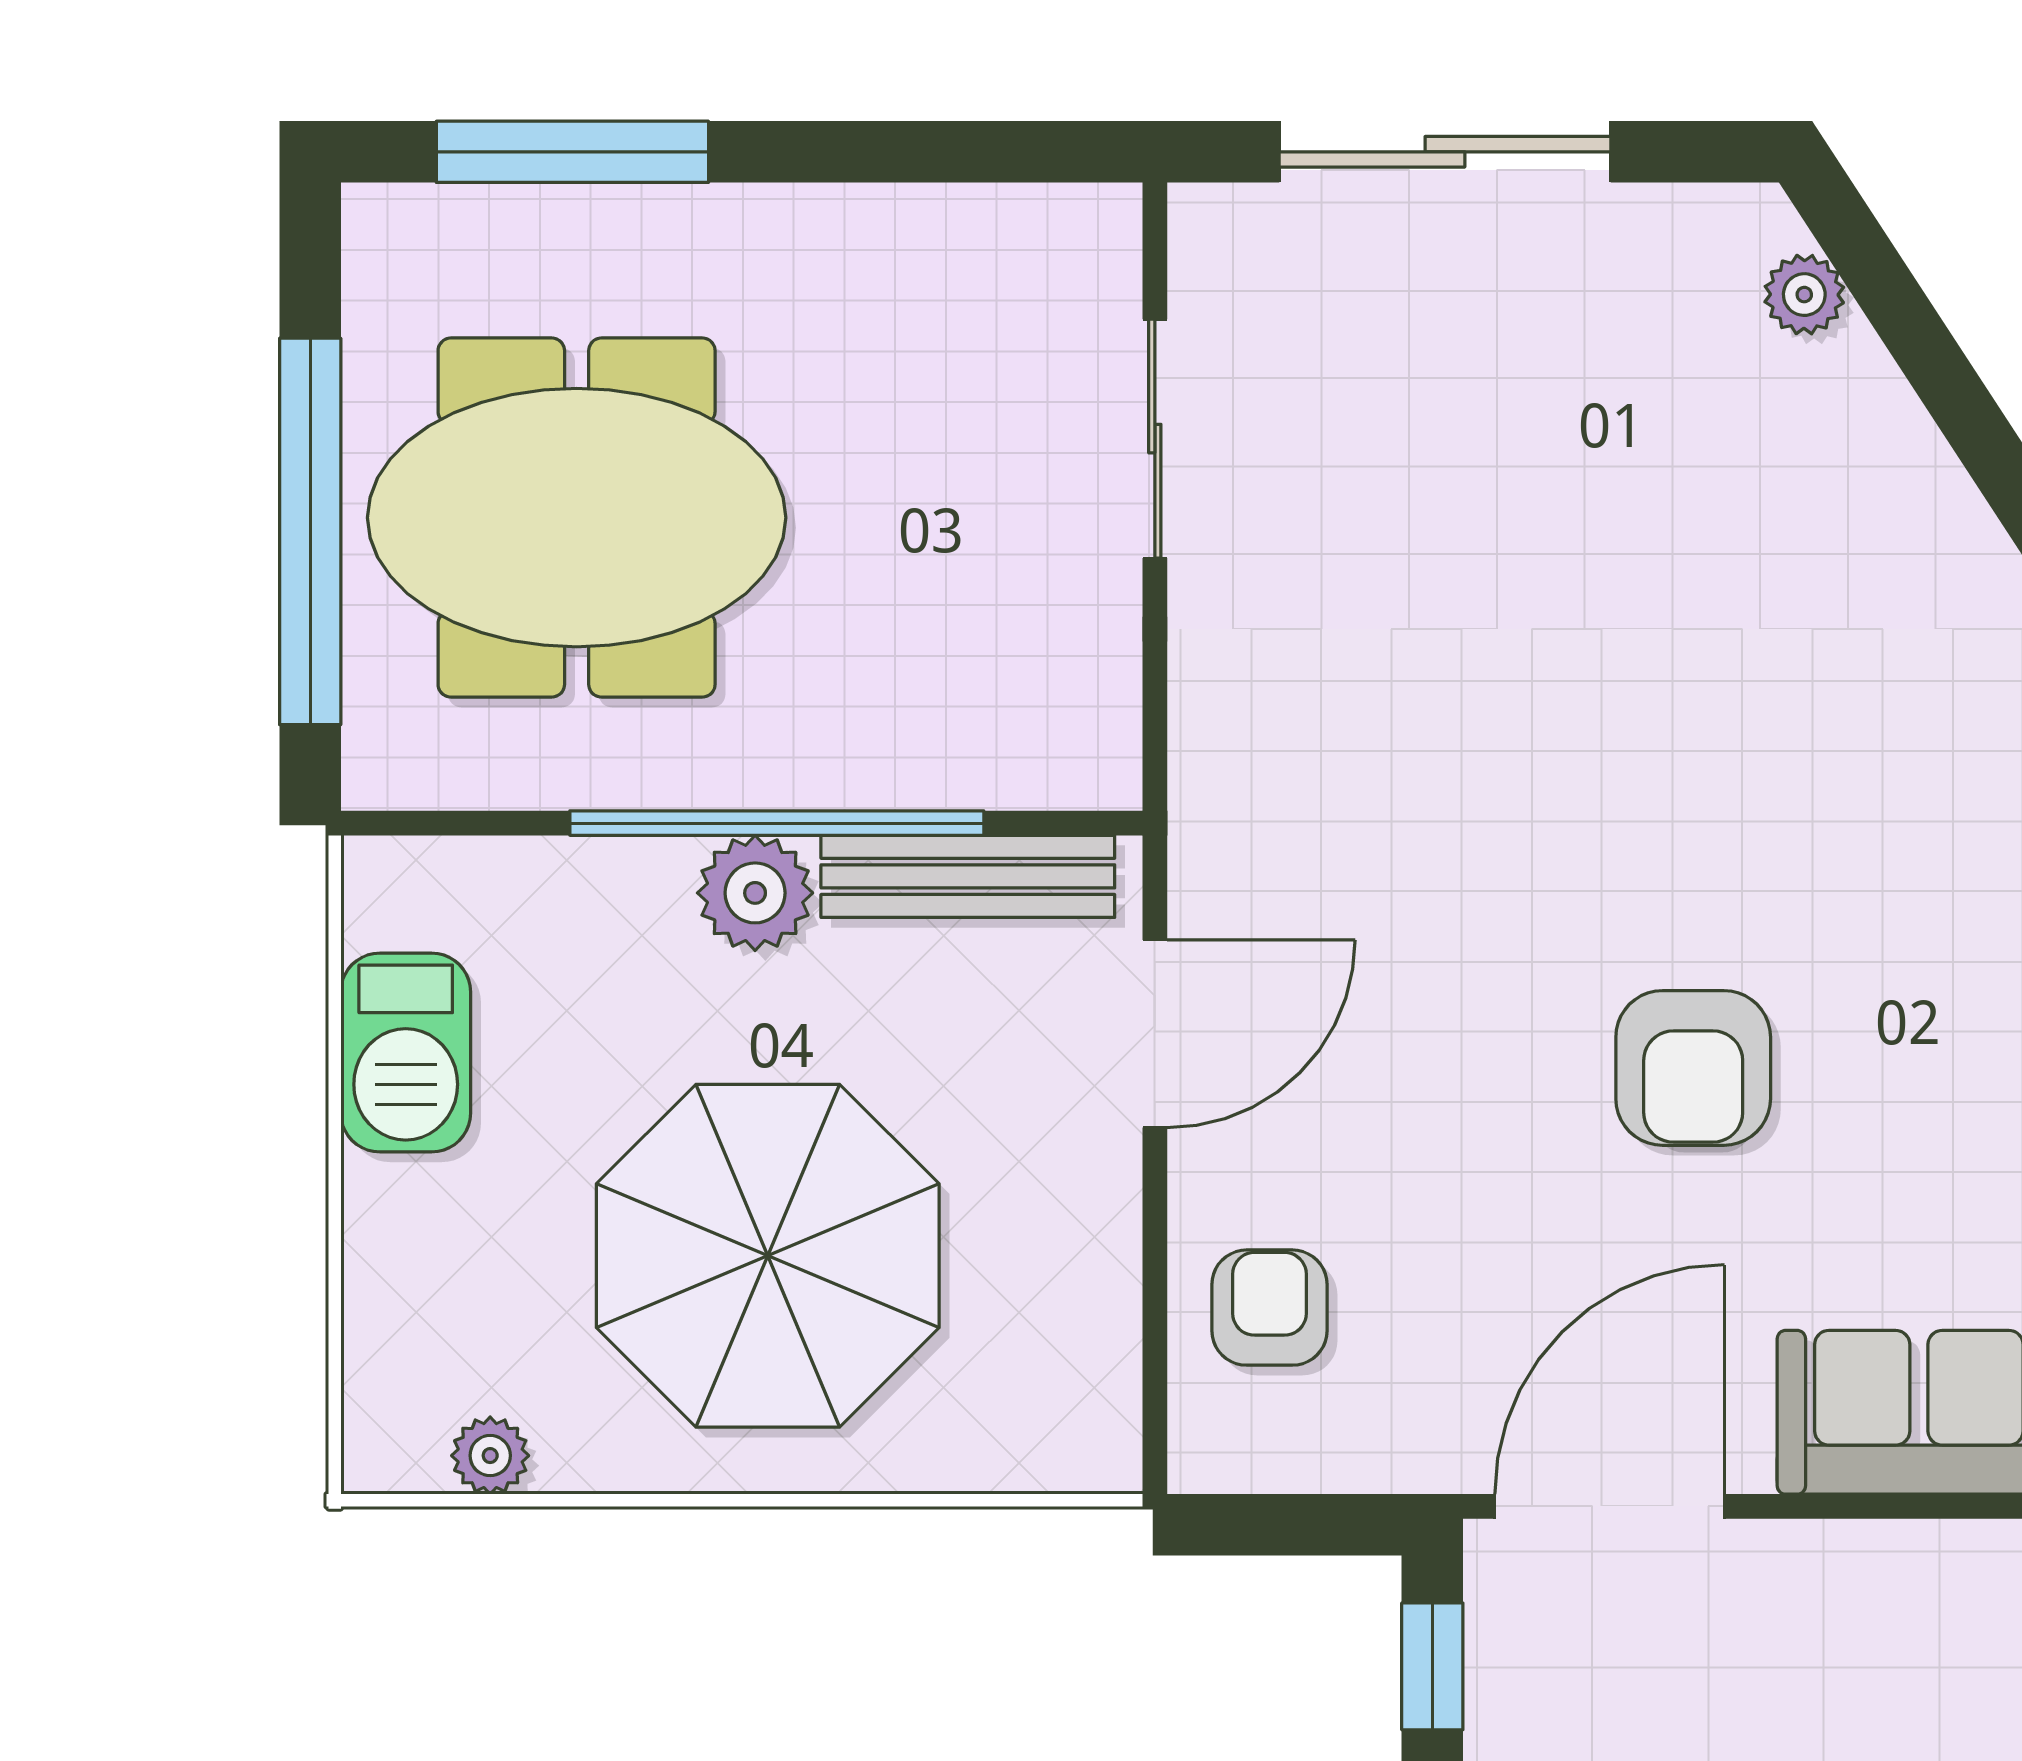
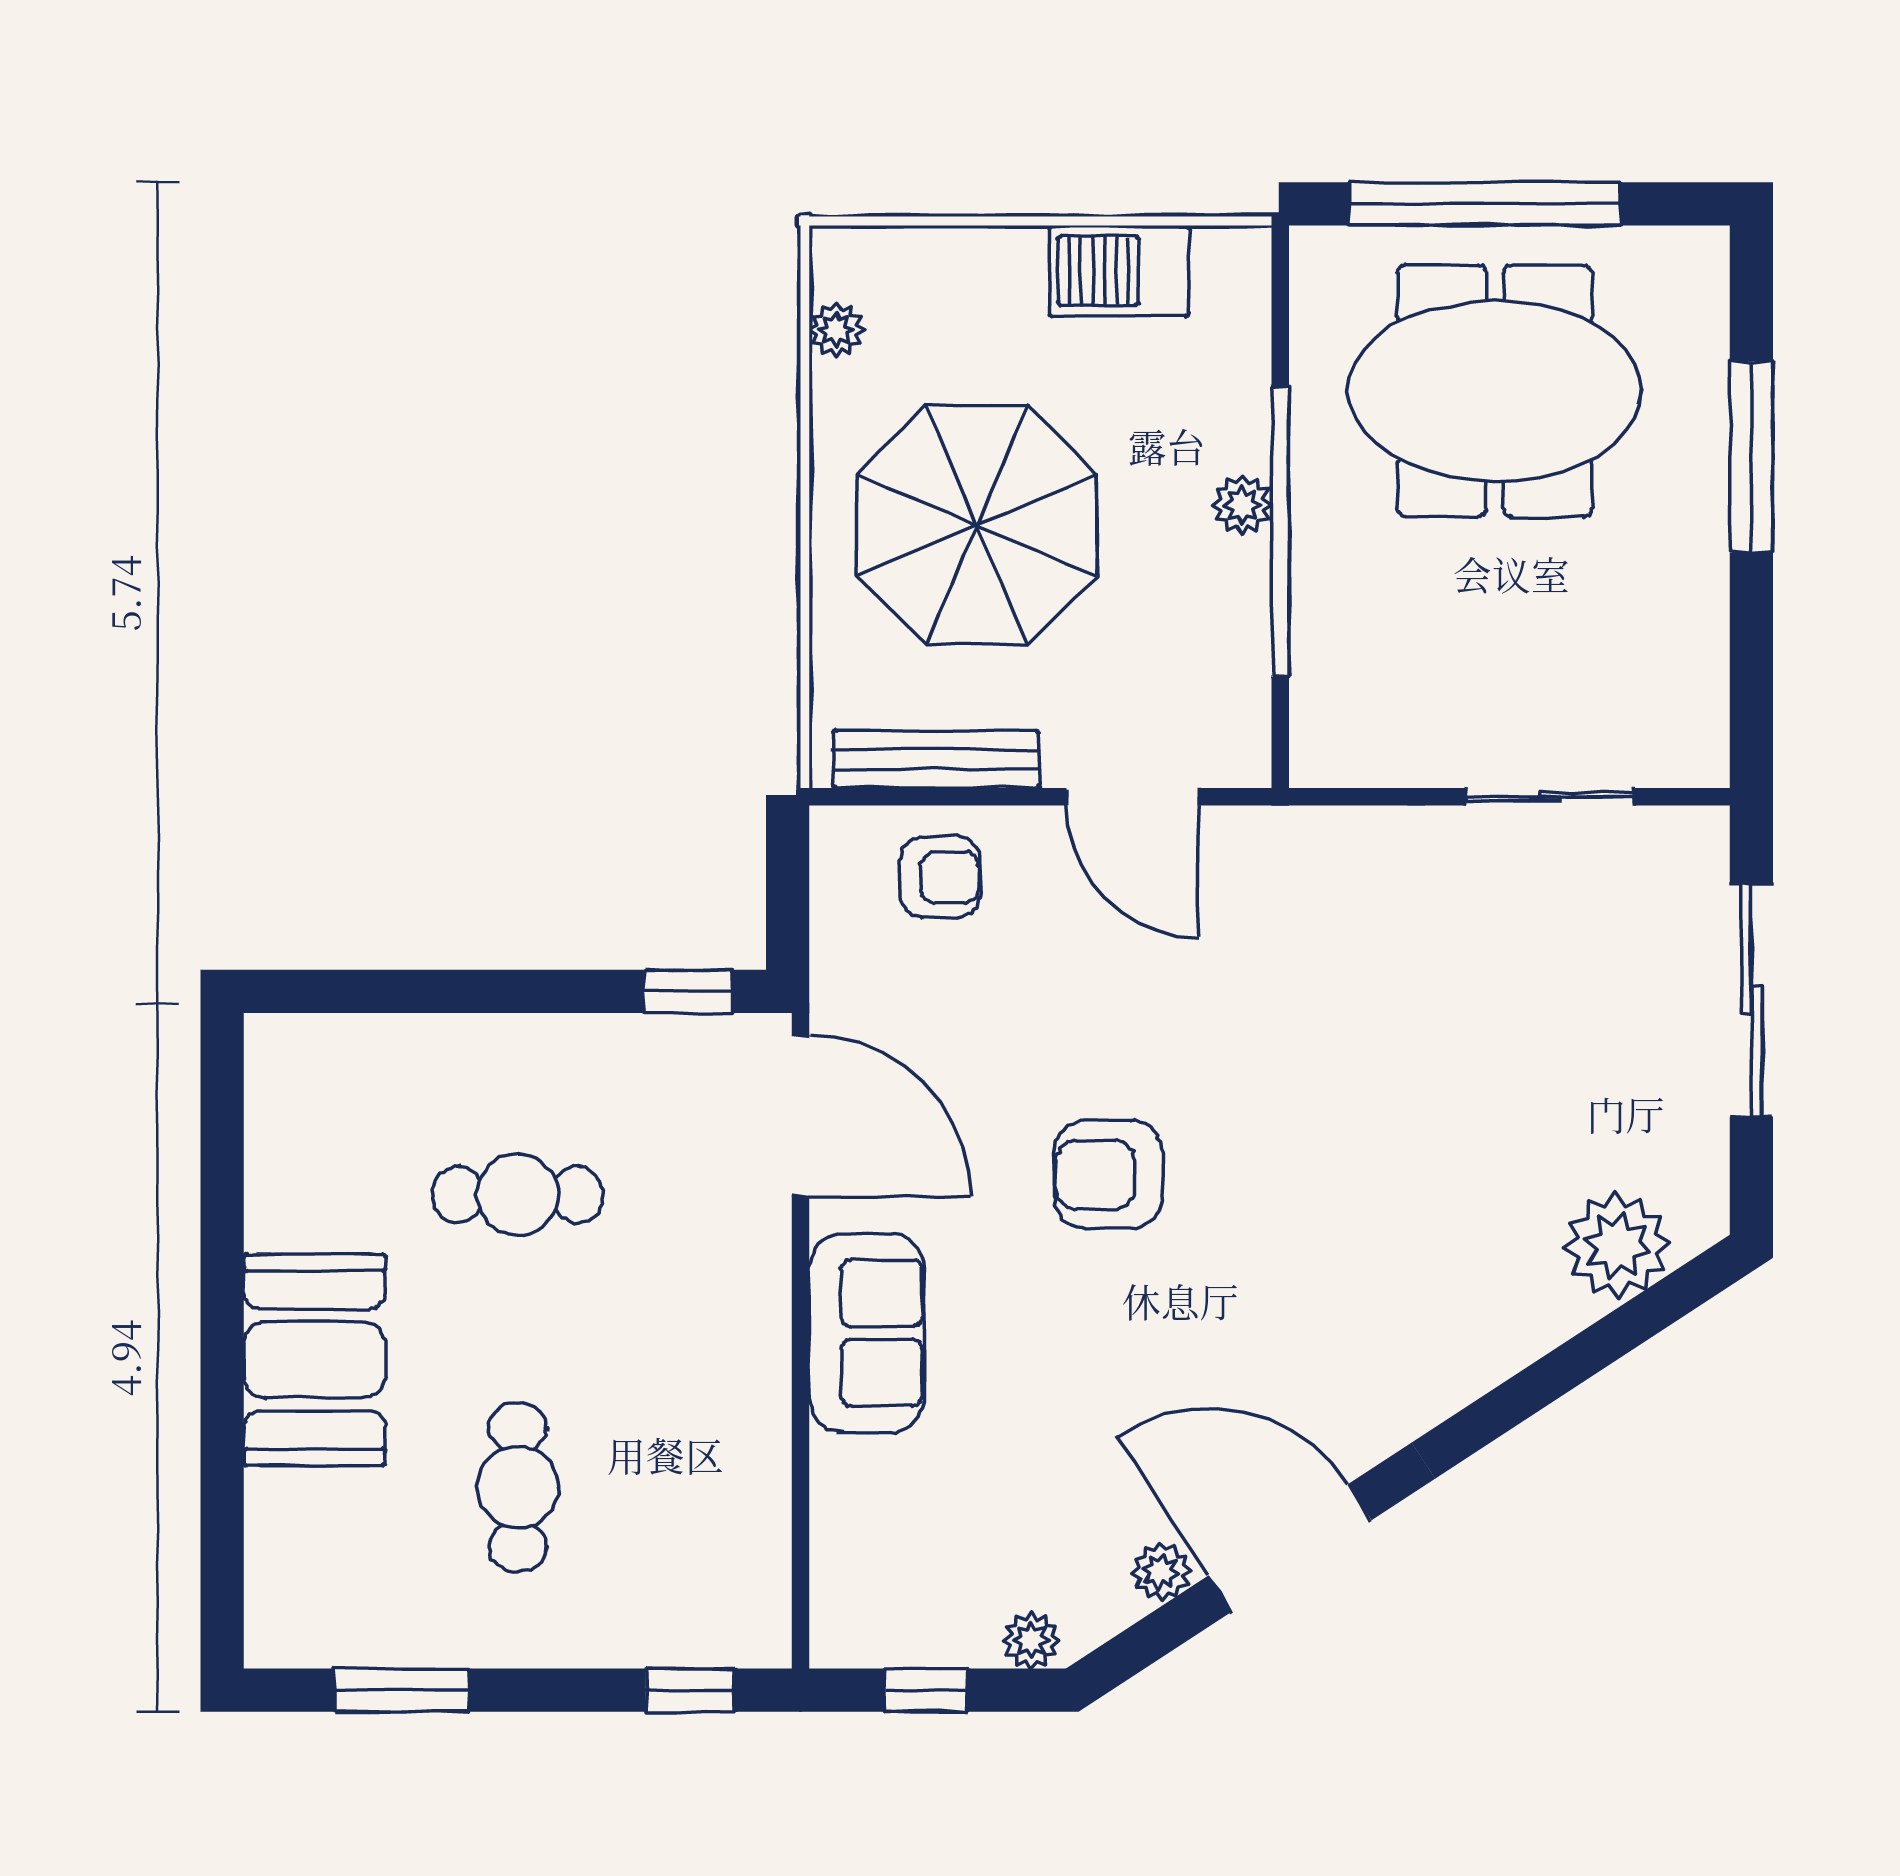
window: (572, 152) -> (1751, 457), moved
plant: (1804, 295) -> (1617, 1245), width x1.87, depth x1.87
meeting table: (577, 518) -> (1495, 391), turned 90
bench: (968, 876) -> (936, 759), moved, turned 90
plant: (755, 893) -> (1242, 505), width x0.73, depth x0.73

